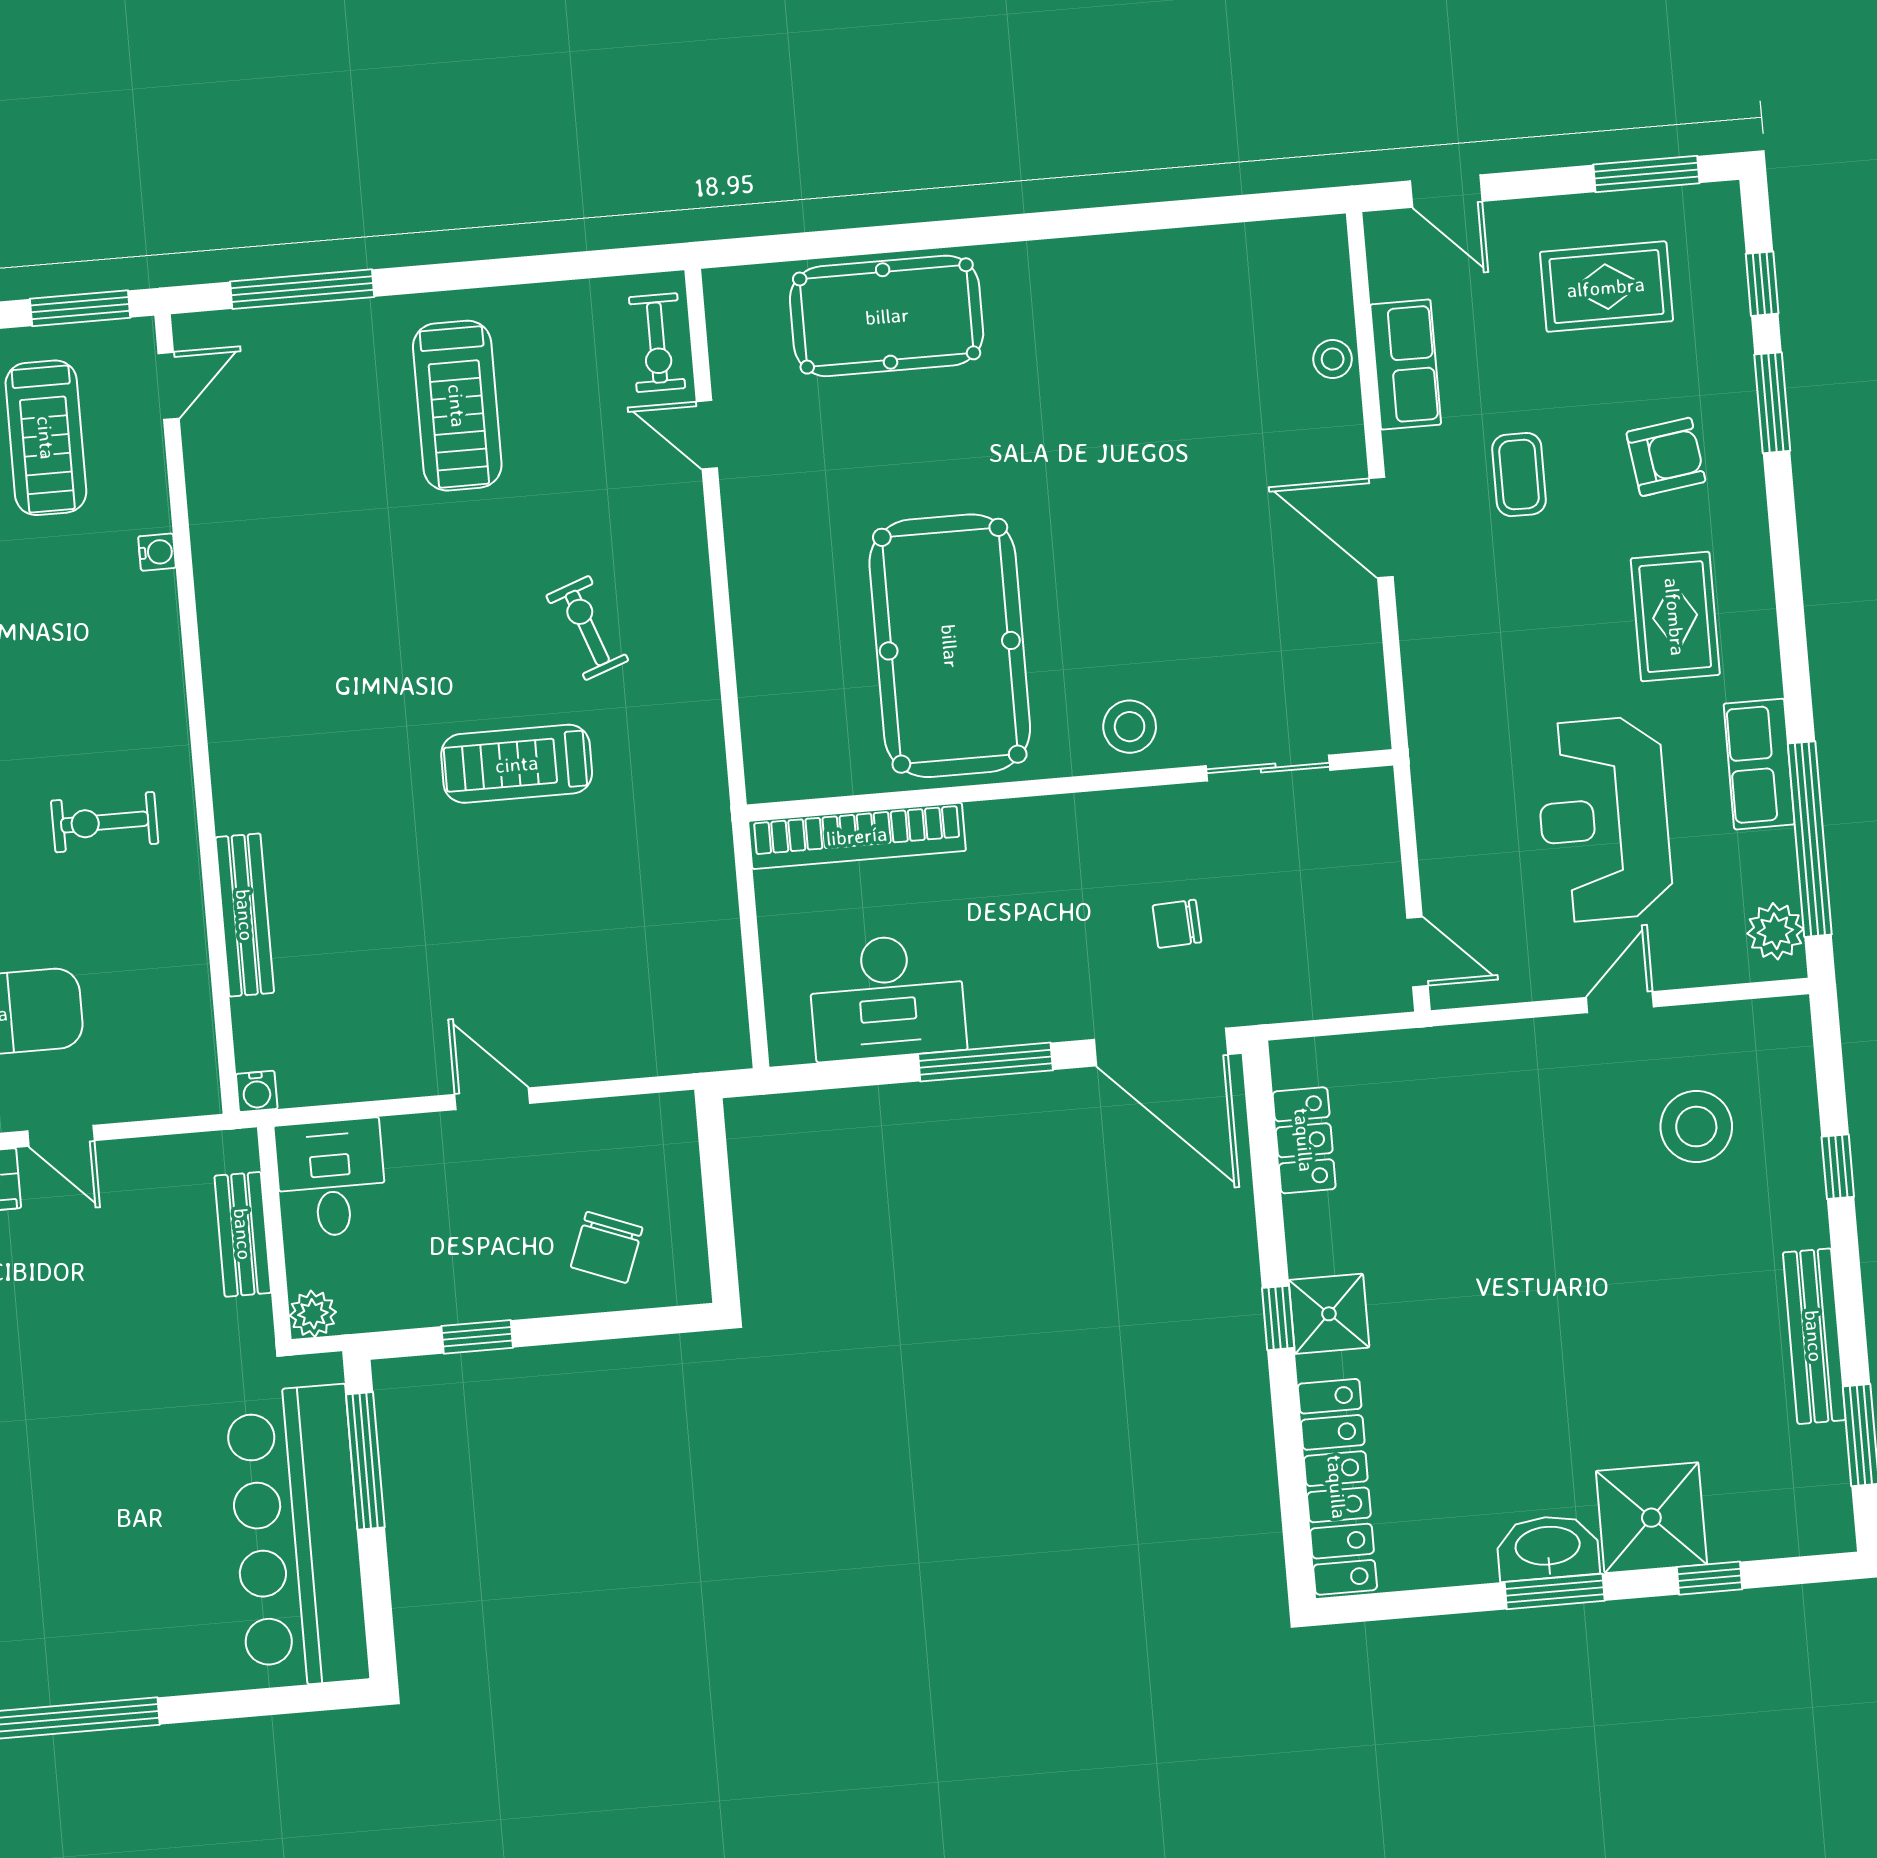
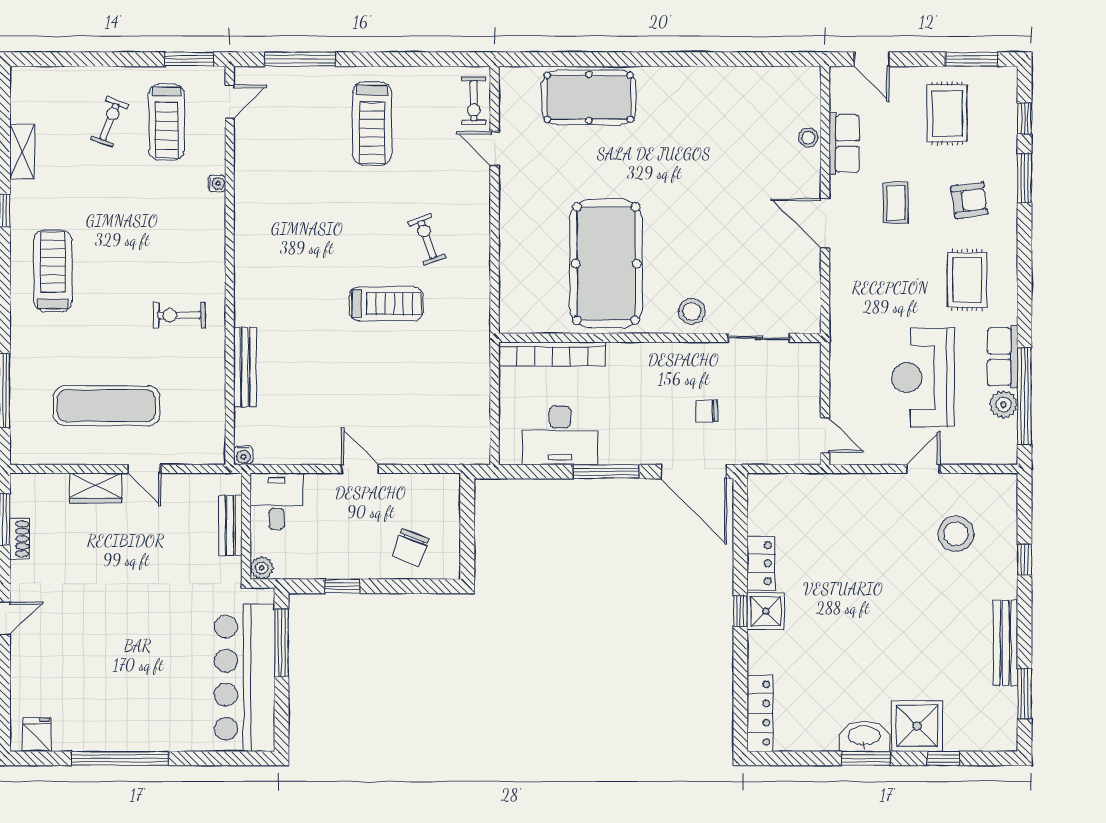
rug: (1606, 287) -> (947, 113), turned 90
treadmill: (517, 764) -> (386, 304), turned 180
plant: (1775, 931) -> (1003, 405), moved
locker: (1304, 1140) -> (761, 563), moved
locker: (1337, 1487) -> (760, 713), width x0.71, depth x0.83

